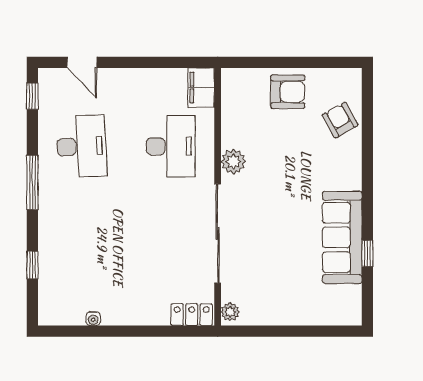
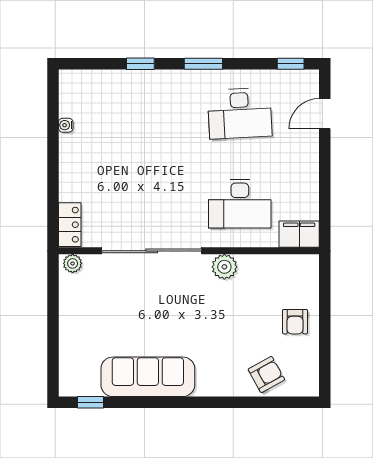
armchair: (288, 92) -> (295, 322), width x0.72, depth x0.72
window: (32, 182) -> (203, 64), width x0.69
window: (367, 253) -> (90, 402), moved
window: (32, 265) -> (140, 64), moved

